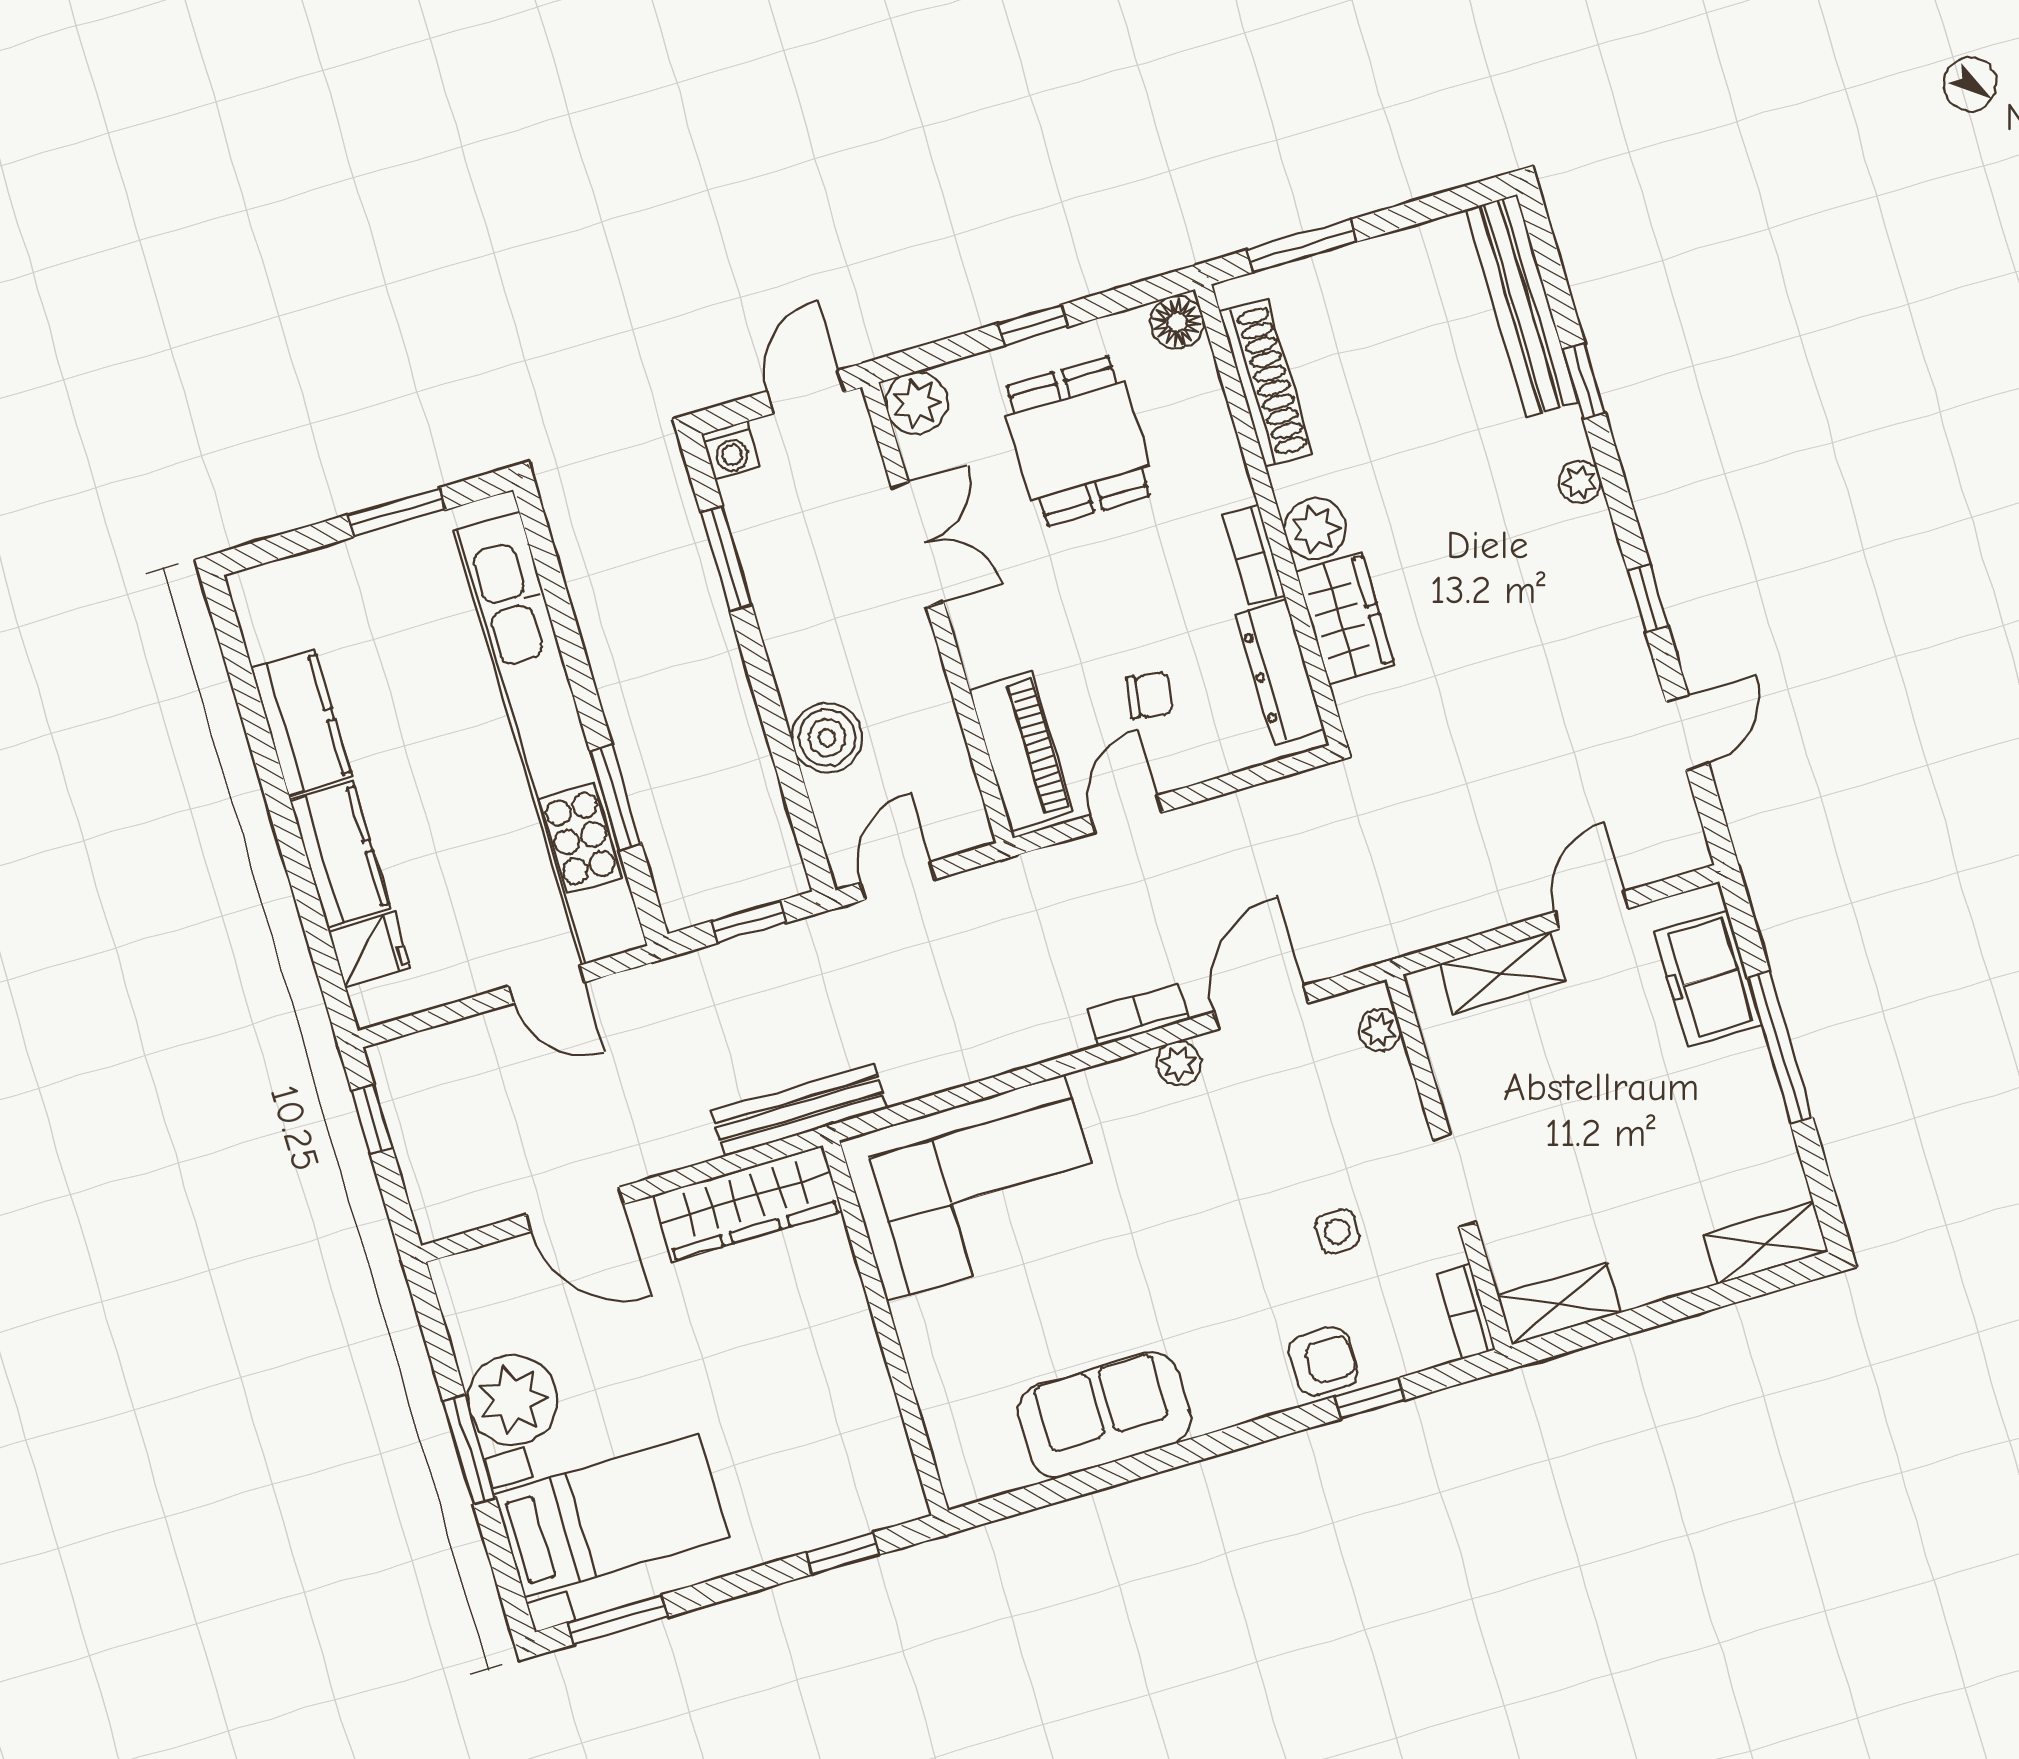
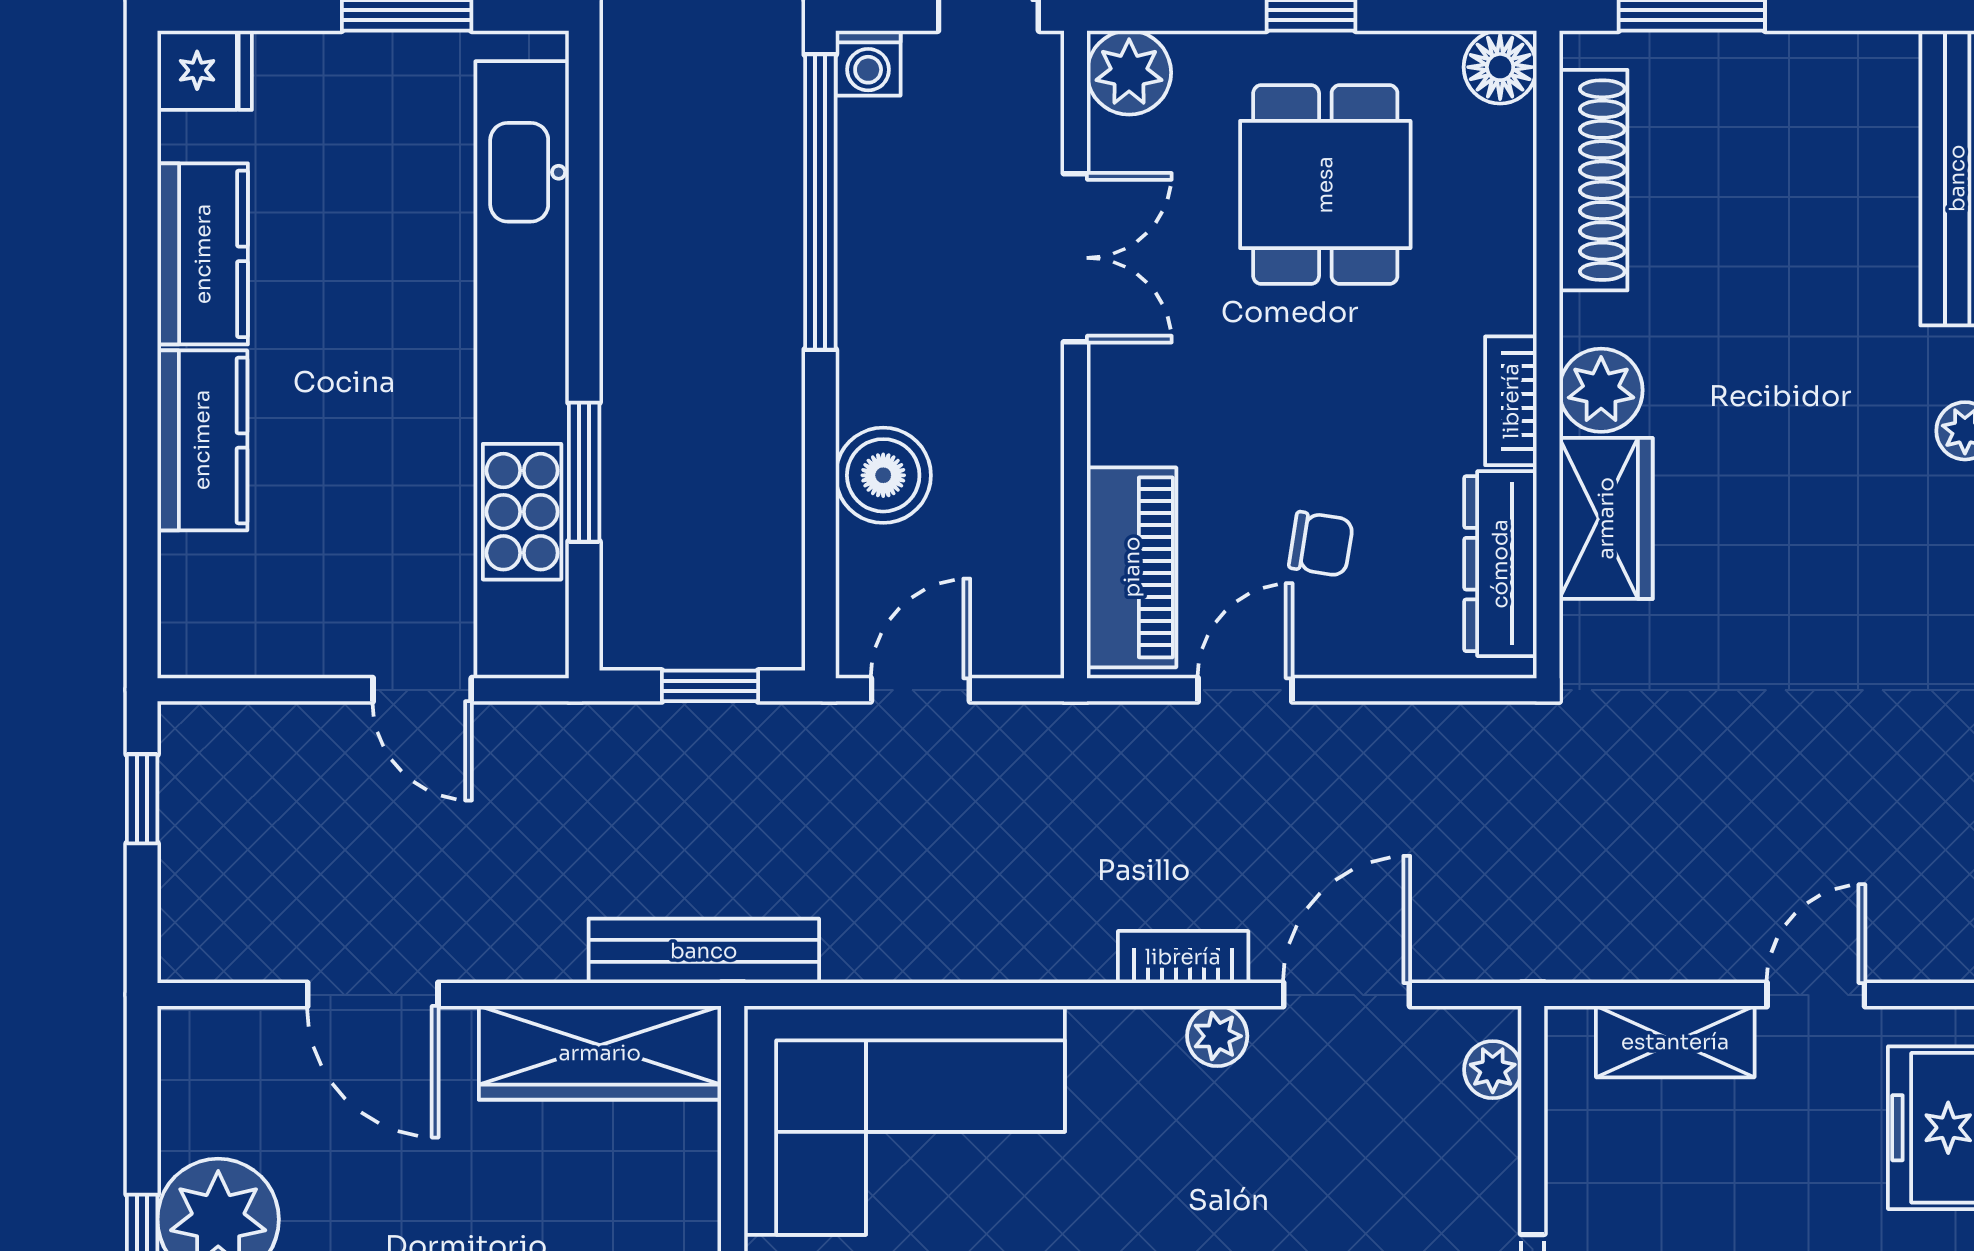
window: (726, 558) -> (820, 202), width x2.11
fridge: (370, 949) -> (205, 70), moved

